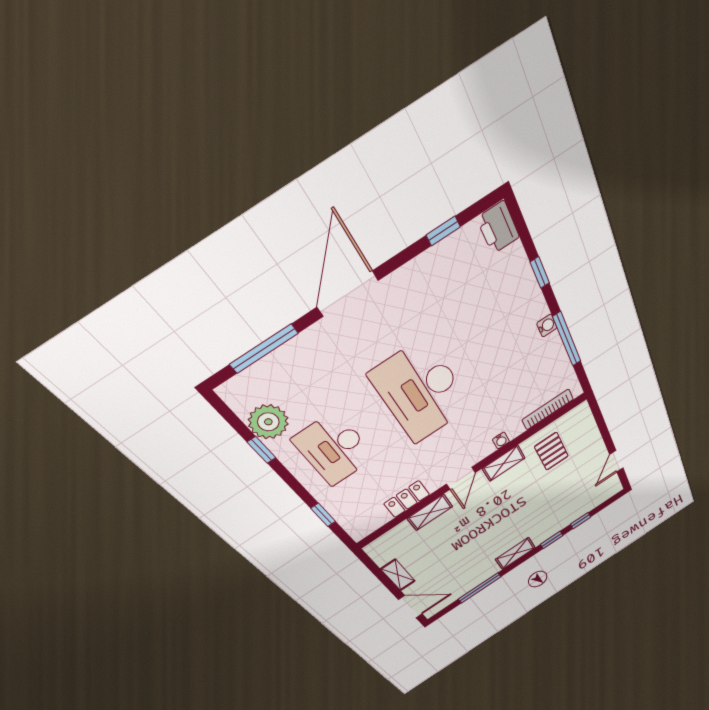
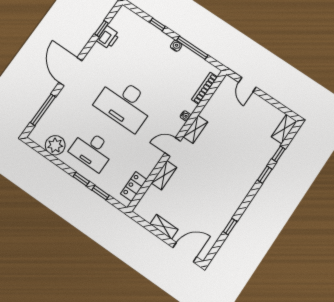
printer: (498, 228) -> (108, 37), moved, turned -90
window: (262, 450) -> (81, 179), moved
pallet: (551, 451) -> (223, 112), removed
door: (616, 461) -> (247, 85), moved
door: (461, 478) -> (173, 147), swing flipped
locker: (407, 499) -> (134, 187), moved
shelving: (515, 553) -> (284, 129), moved
window: (480, 588) -> (230, 227), width x0.46

